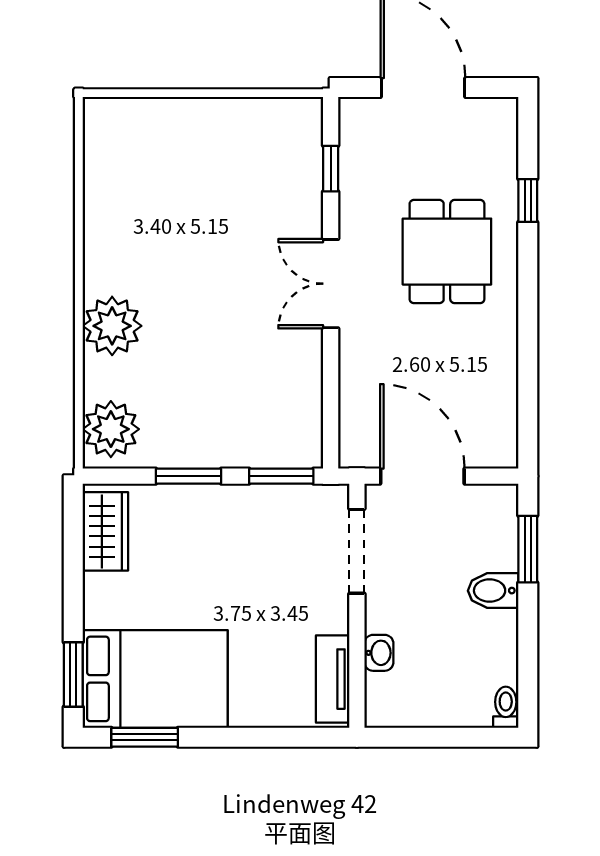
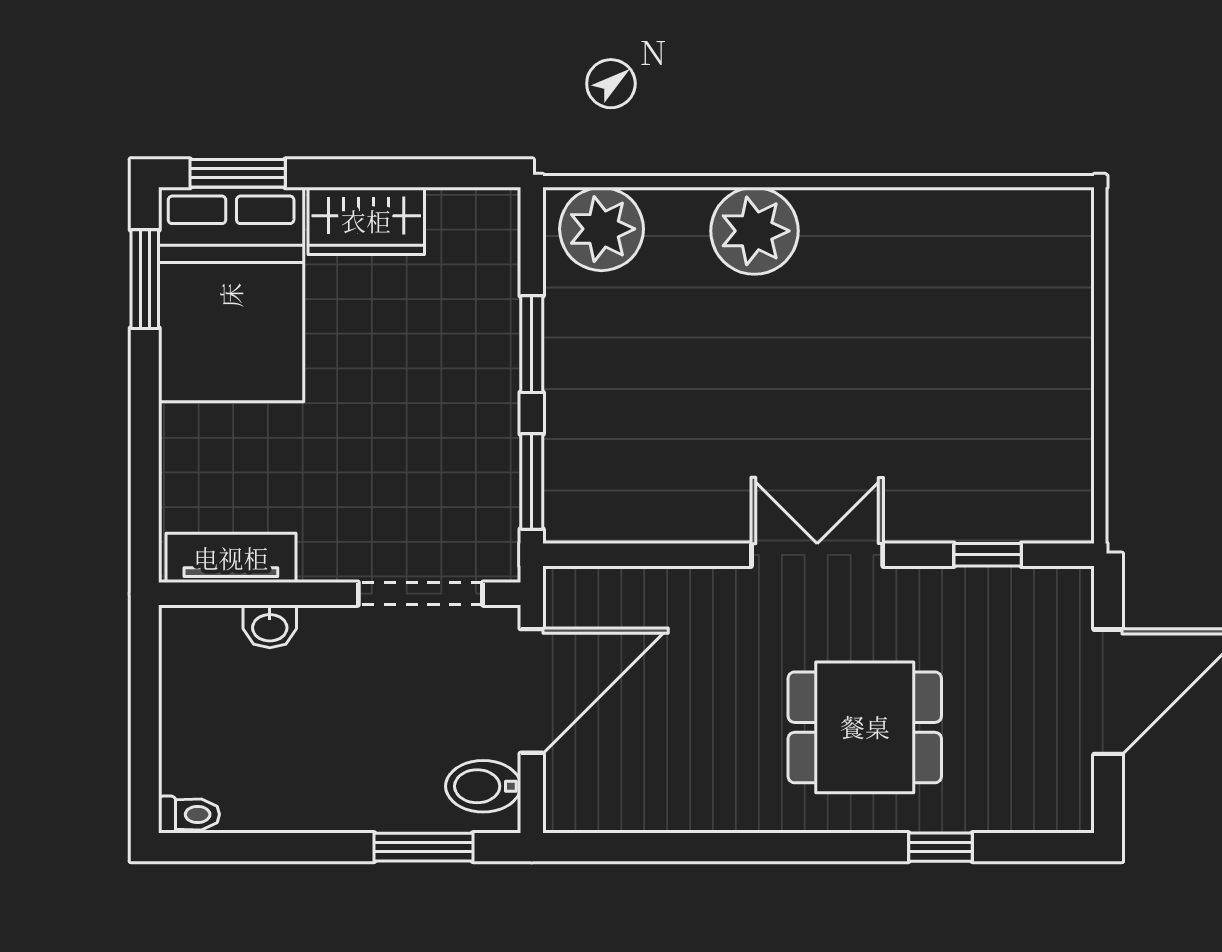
wardrobe: (105, 531) -> (366, 221), moved
bidet: (493, 591) -> (483, 786), moved, turned -90

